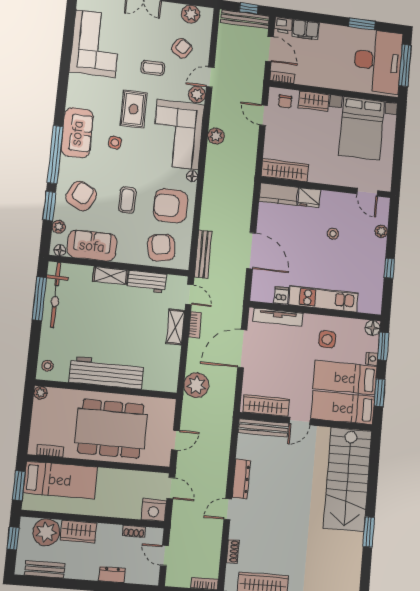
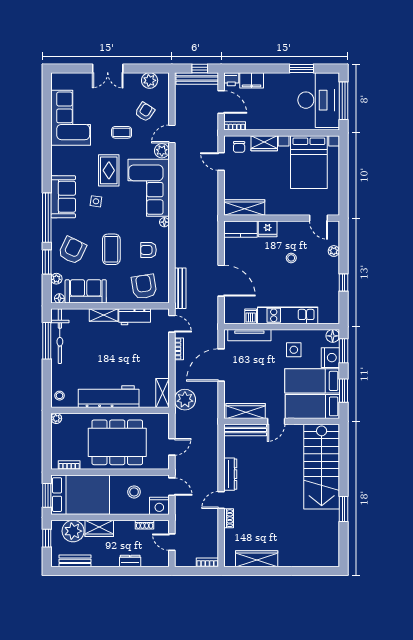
plant: (216, 136) -> (182, 185), removed
coffee table: (127, 200) -> (111, 249), width x1.36, depth x1.30
armchair: (171, 206) -> (148, 250), width x0.53, depth x0.53
shelving: (175, 327) -> (162, 393), moved
nightstand: (372, 359) -> (330, 358), width x1.89, depth x1.79
bed: (60, 480) -> (80, 495), width x1.50
stool: (125, 490) -> (134, 492), added
shoe rack: (233, 551) -> (229, 518), moved

